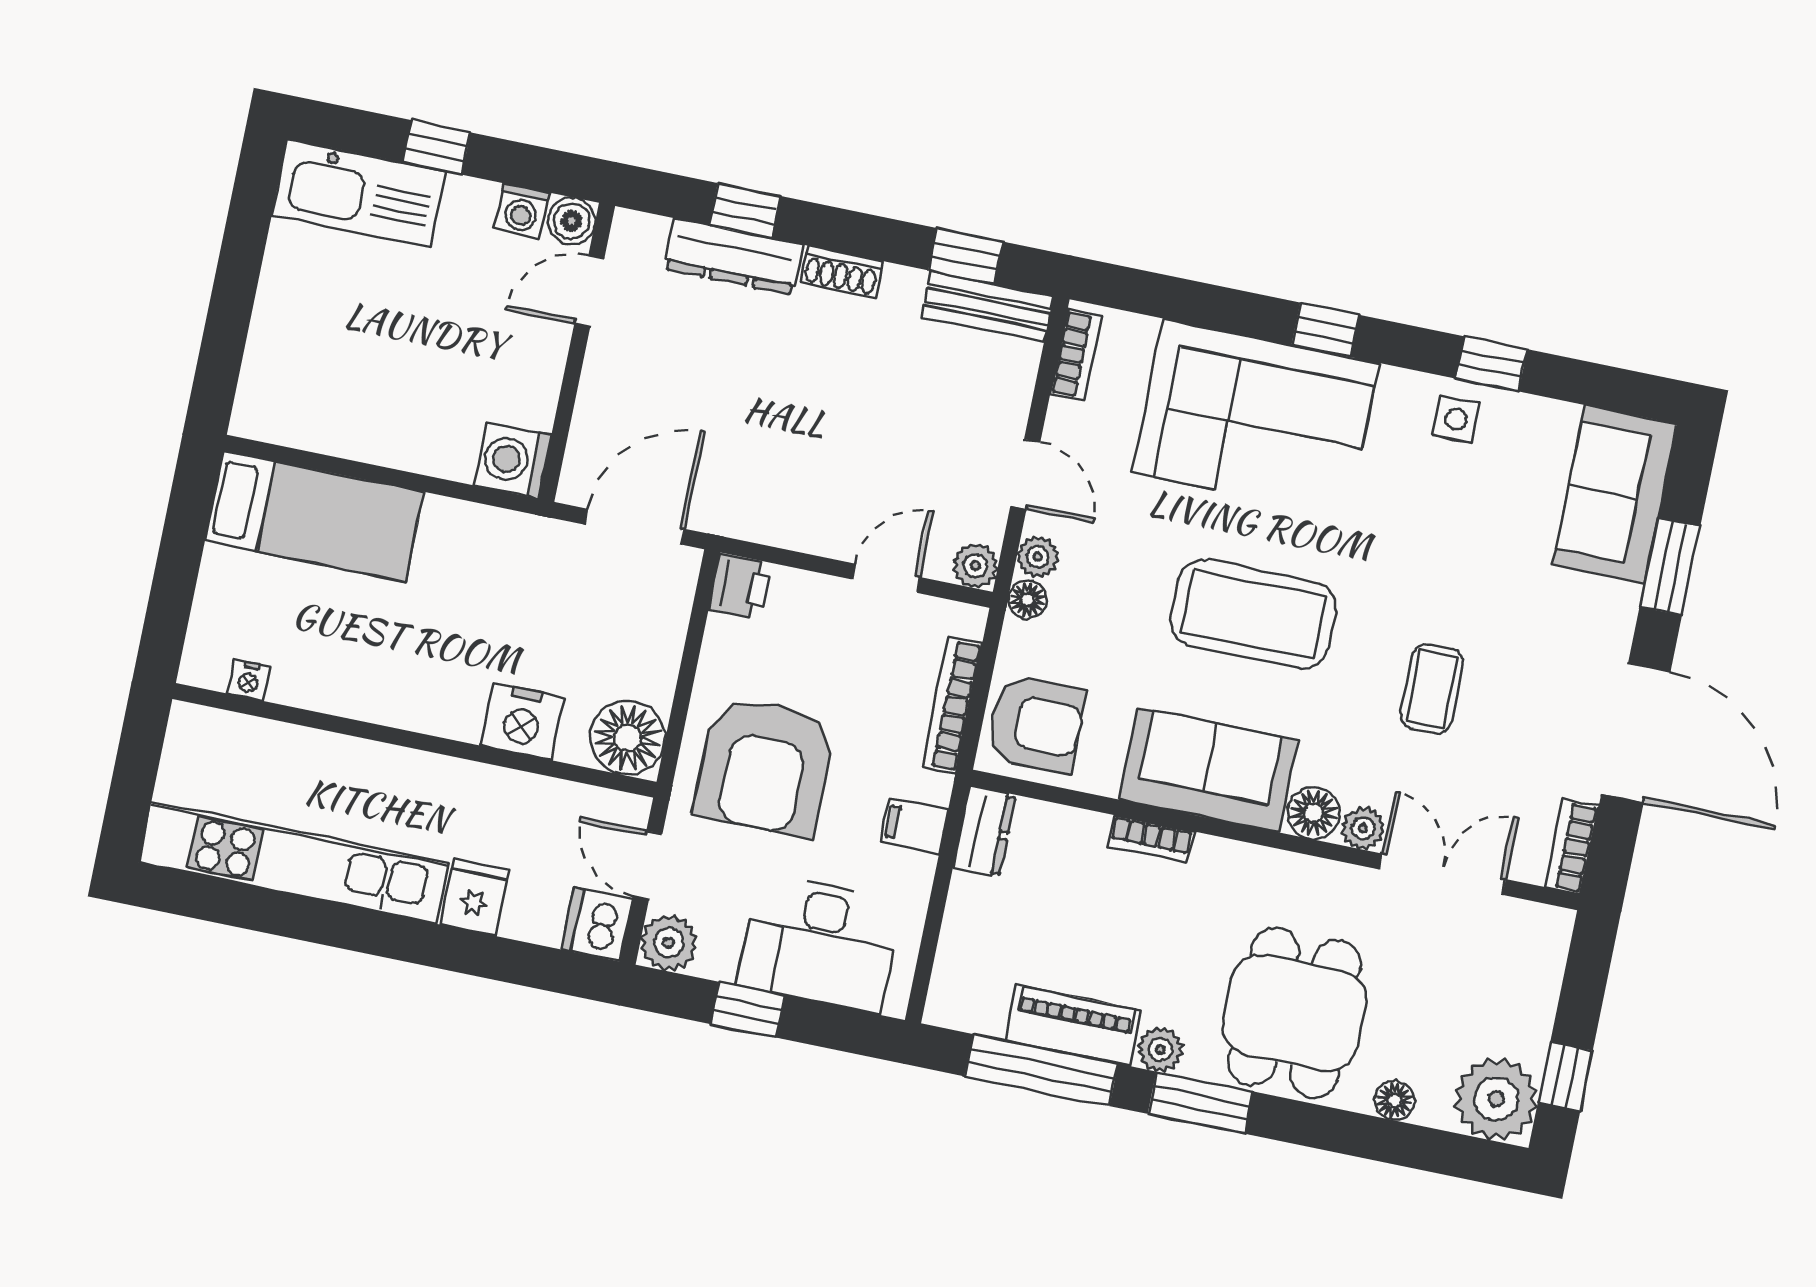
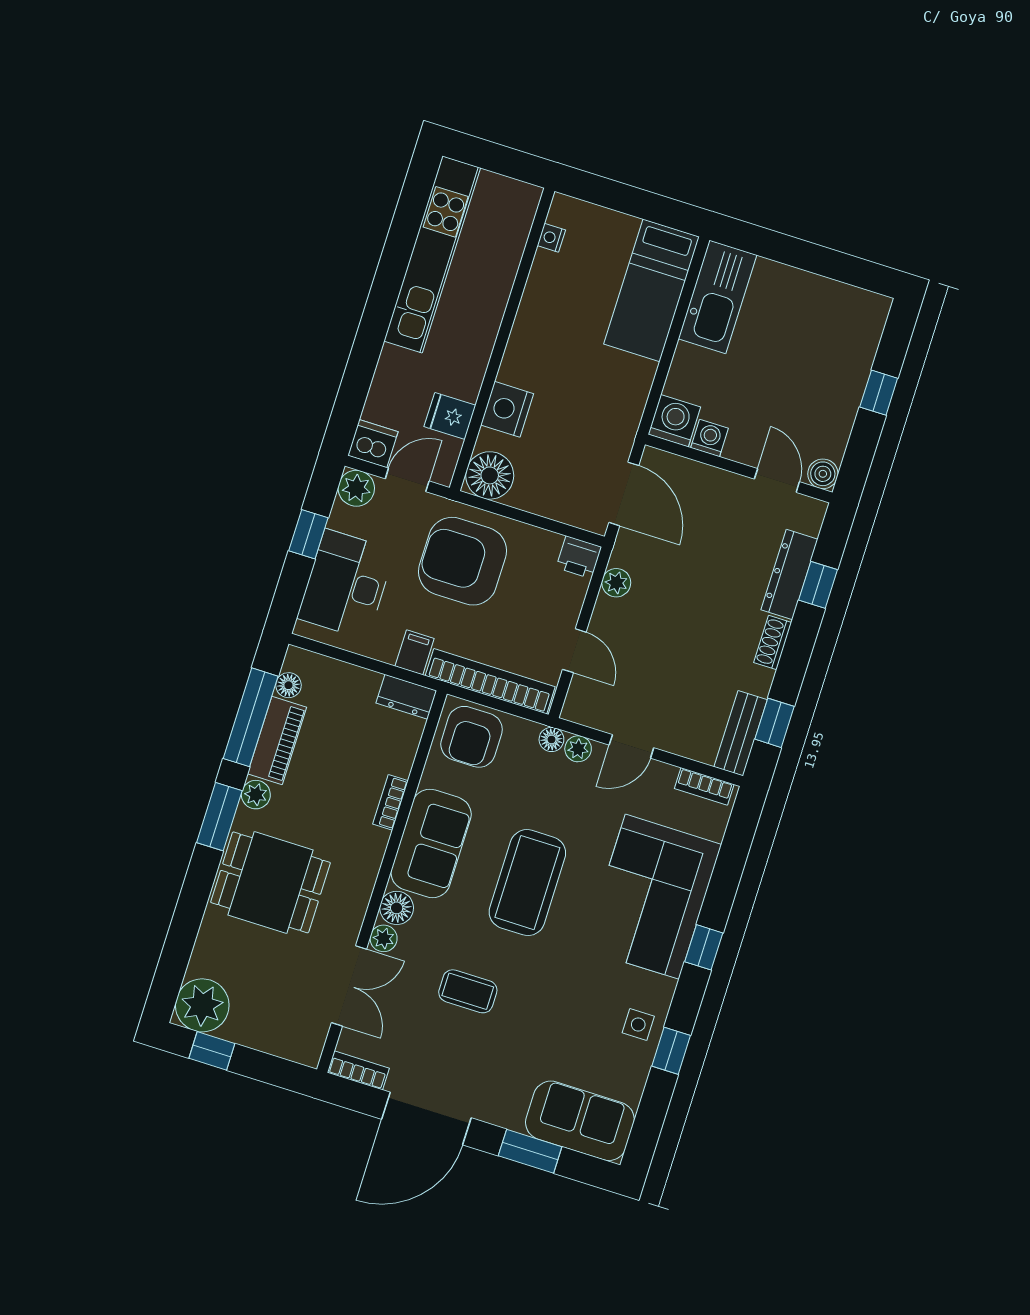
kitchen sink: (359, 193) -> (717, 297), moved, turned 180
washing machine: (521, 211) -> (709, 438), moved, turned 90
plant: (975, 566) -> (616, 583), moved
bookcase: (952, 705) -> (490, 681), width x1.48, depth x1.31
fridge: (475, 897) -> (450, 416), moved, turned 180
floor lamp: (1395, 1100) -> (288, 685), moved

